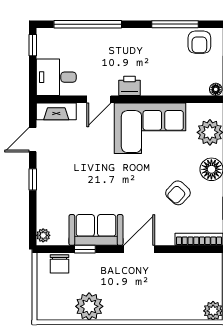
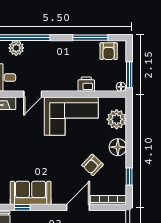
plant: (77, 38) -> (16, 48), added
printer: (129, 86) -> (86, 84), moved
door: (139, 249) -> (78, 207), moved

